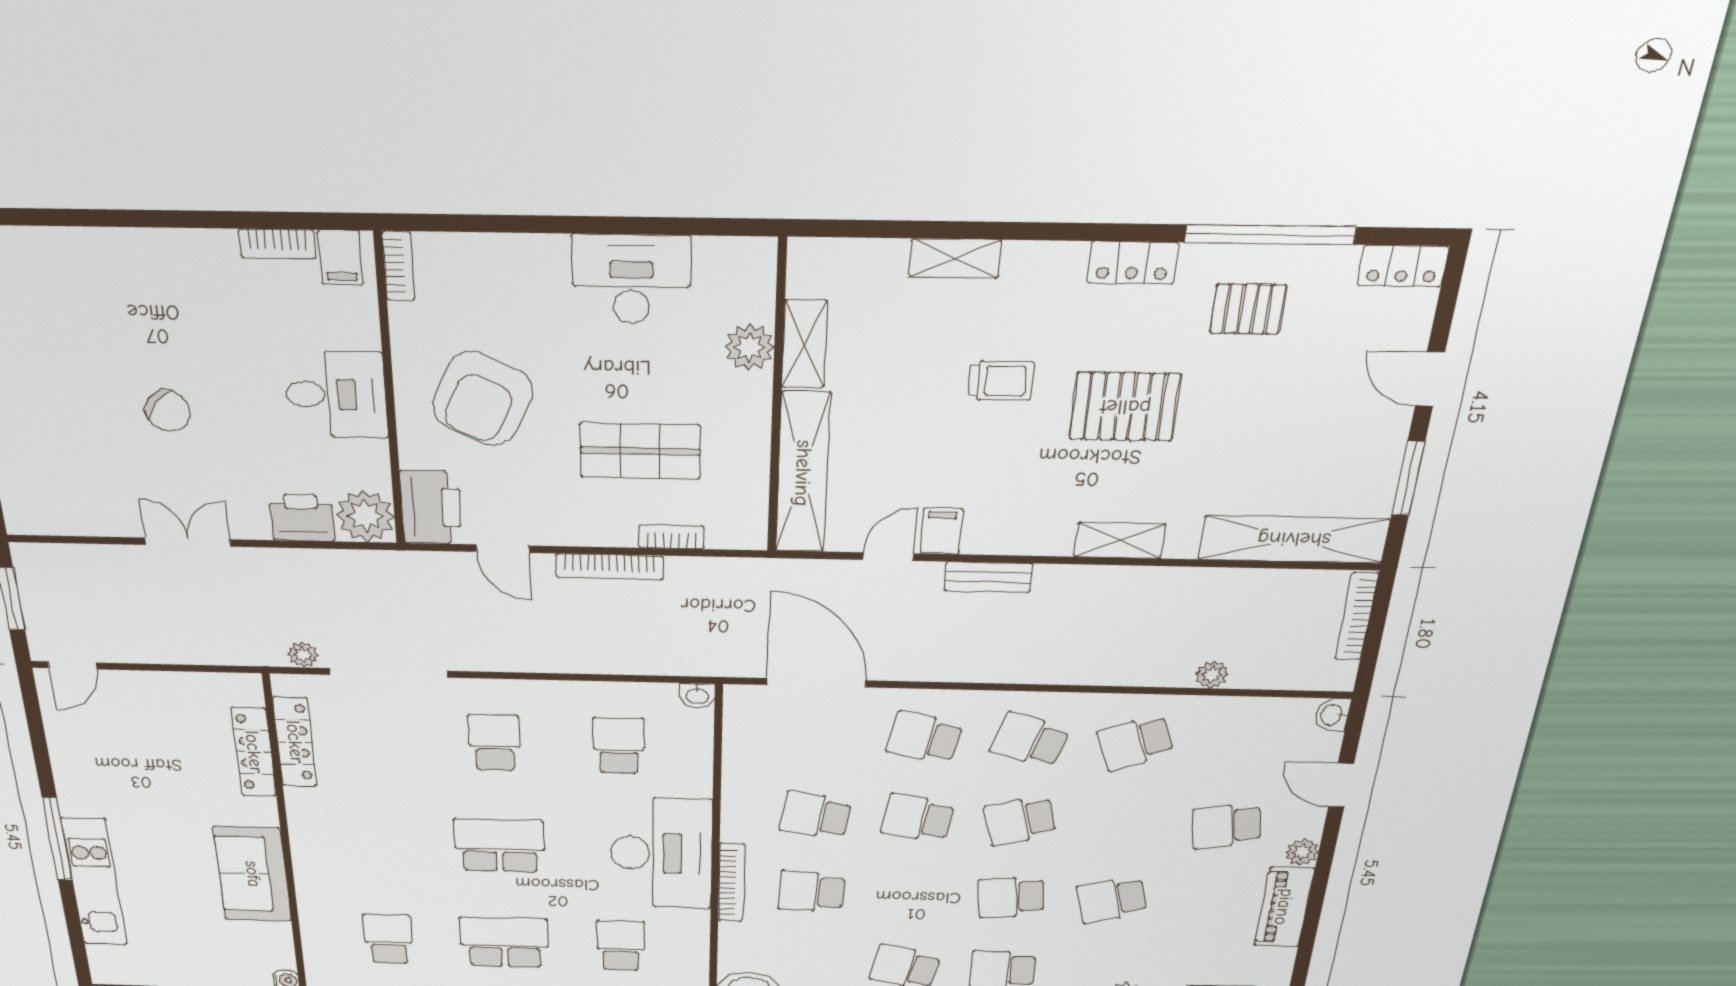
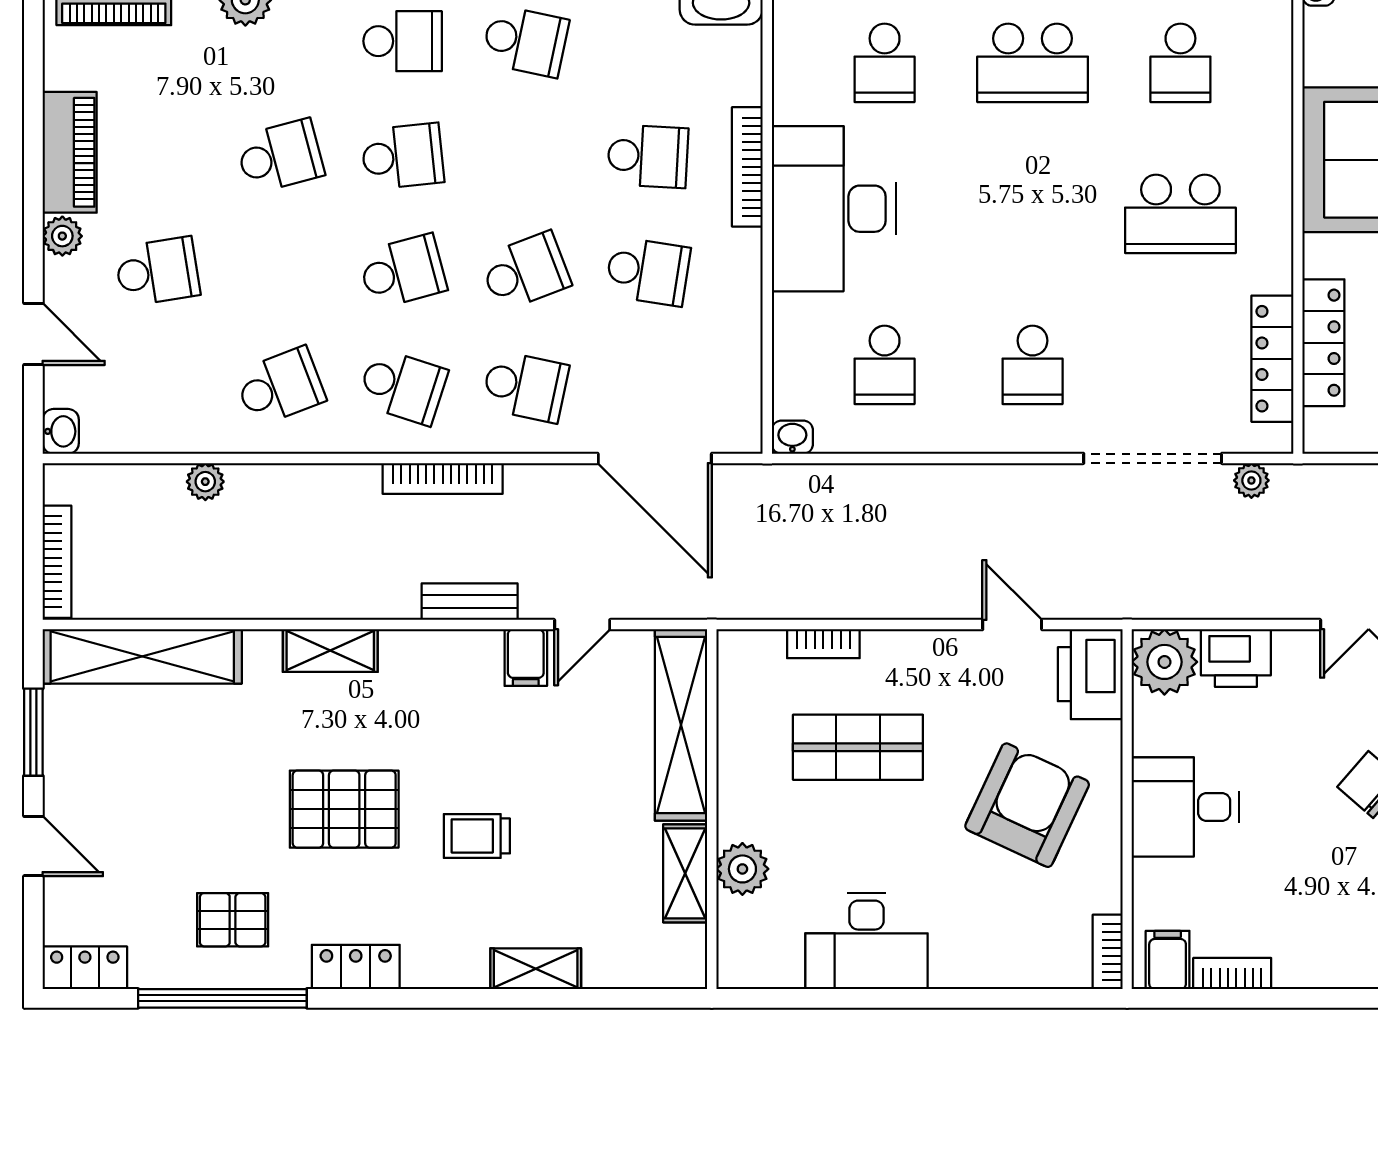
bookcase: (610, 567) -> (443, 478), moved, turned 180
school desk: (918, 818) -> (525, 271), turned -30
school desk: (500, 846) -> (1180, 214), moved

